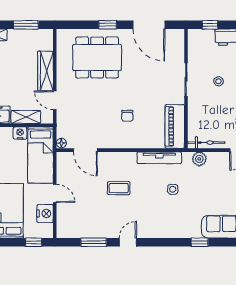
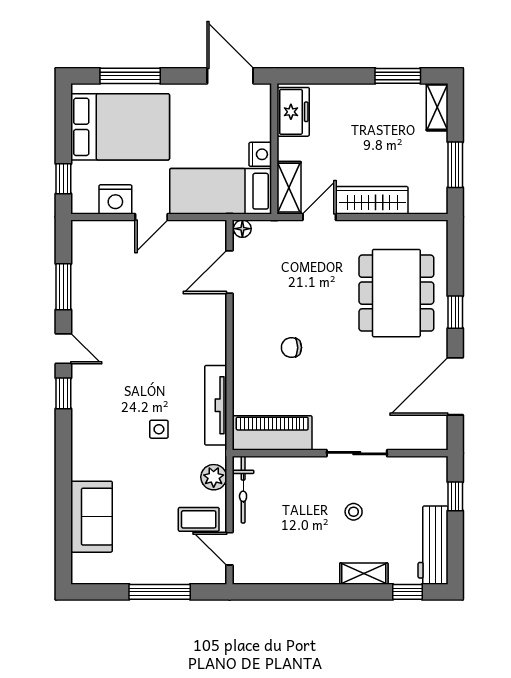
shelving: (26, 117) -> (289, 188), moved
coffee table: (119, 188) -> (199, 519), moved, turned 90
window: (200, 242) -> (63, 393), moved

